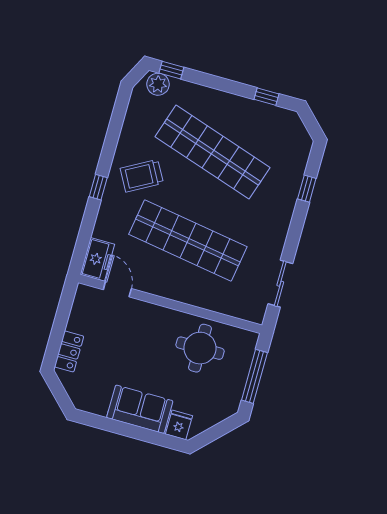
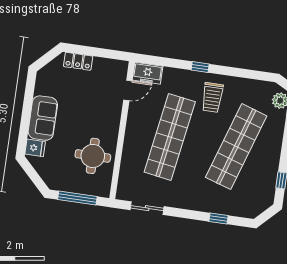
trolley: (142, 176) -> (212, 97), turned -151

